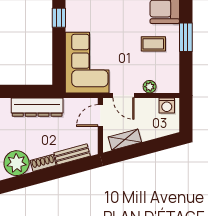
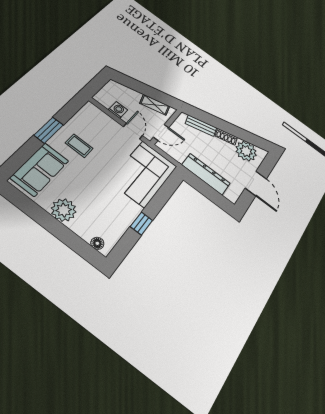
plant: (150, 87) -> (108, 121), removed
washing machine: (167, 106) -> (118, 110), moved

